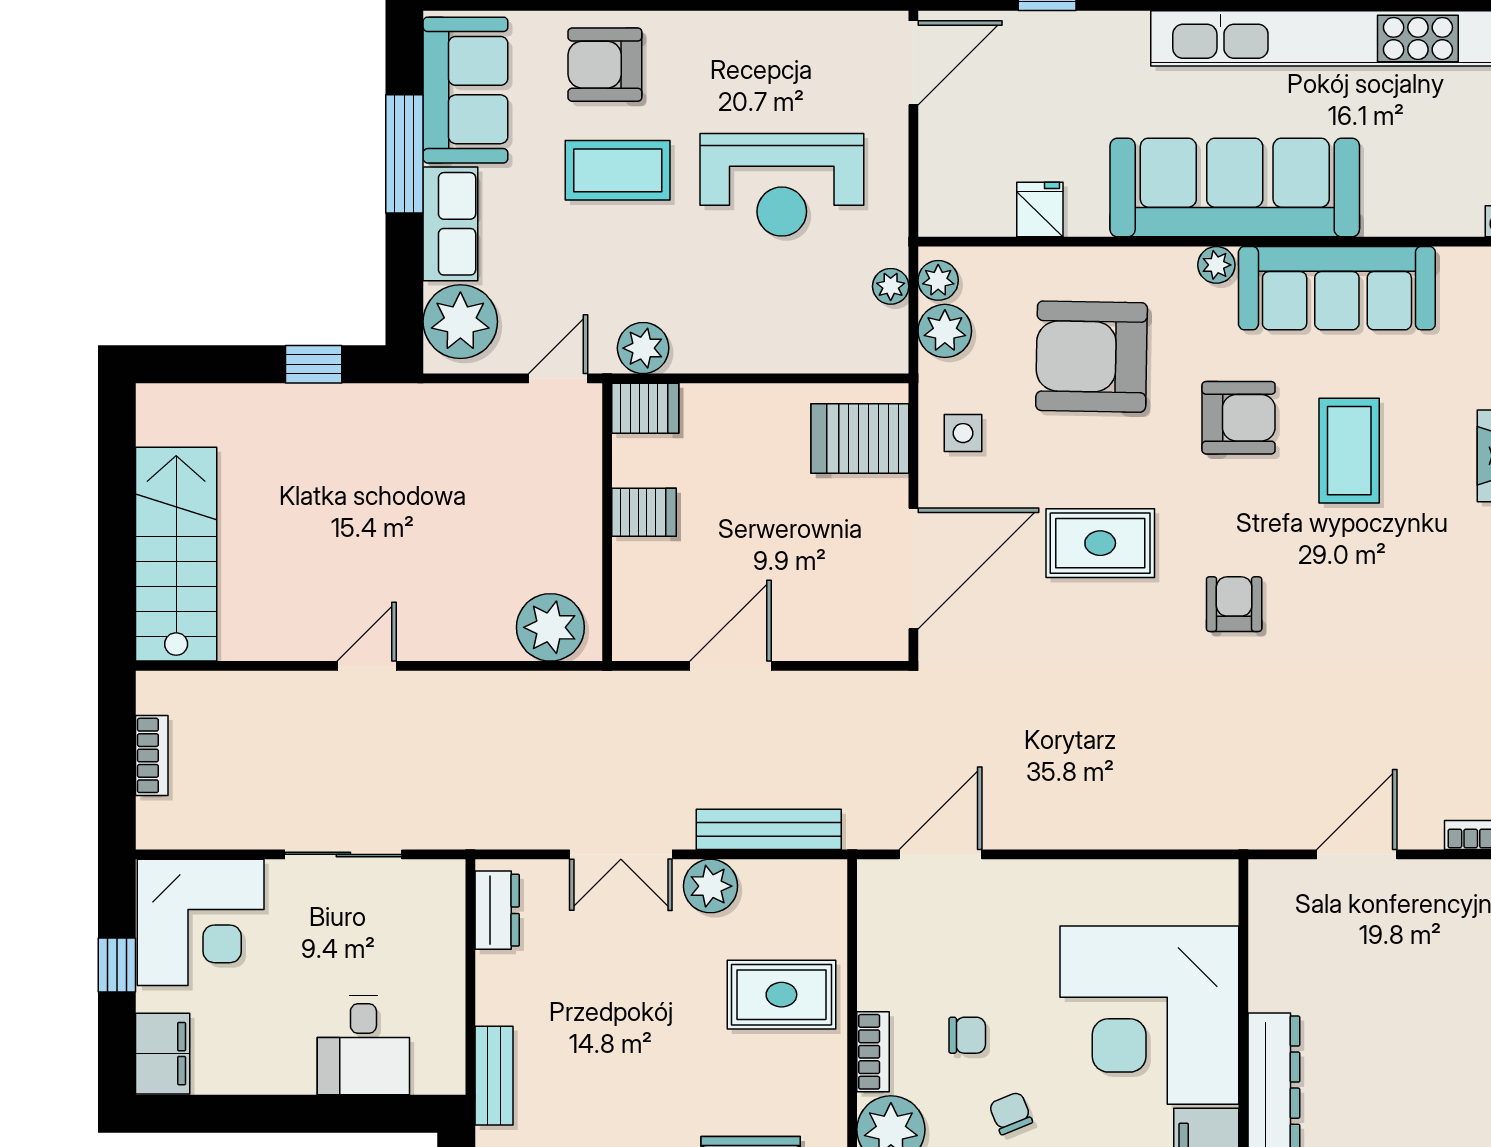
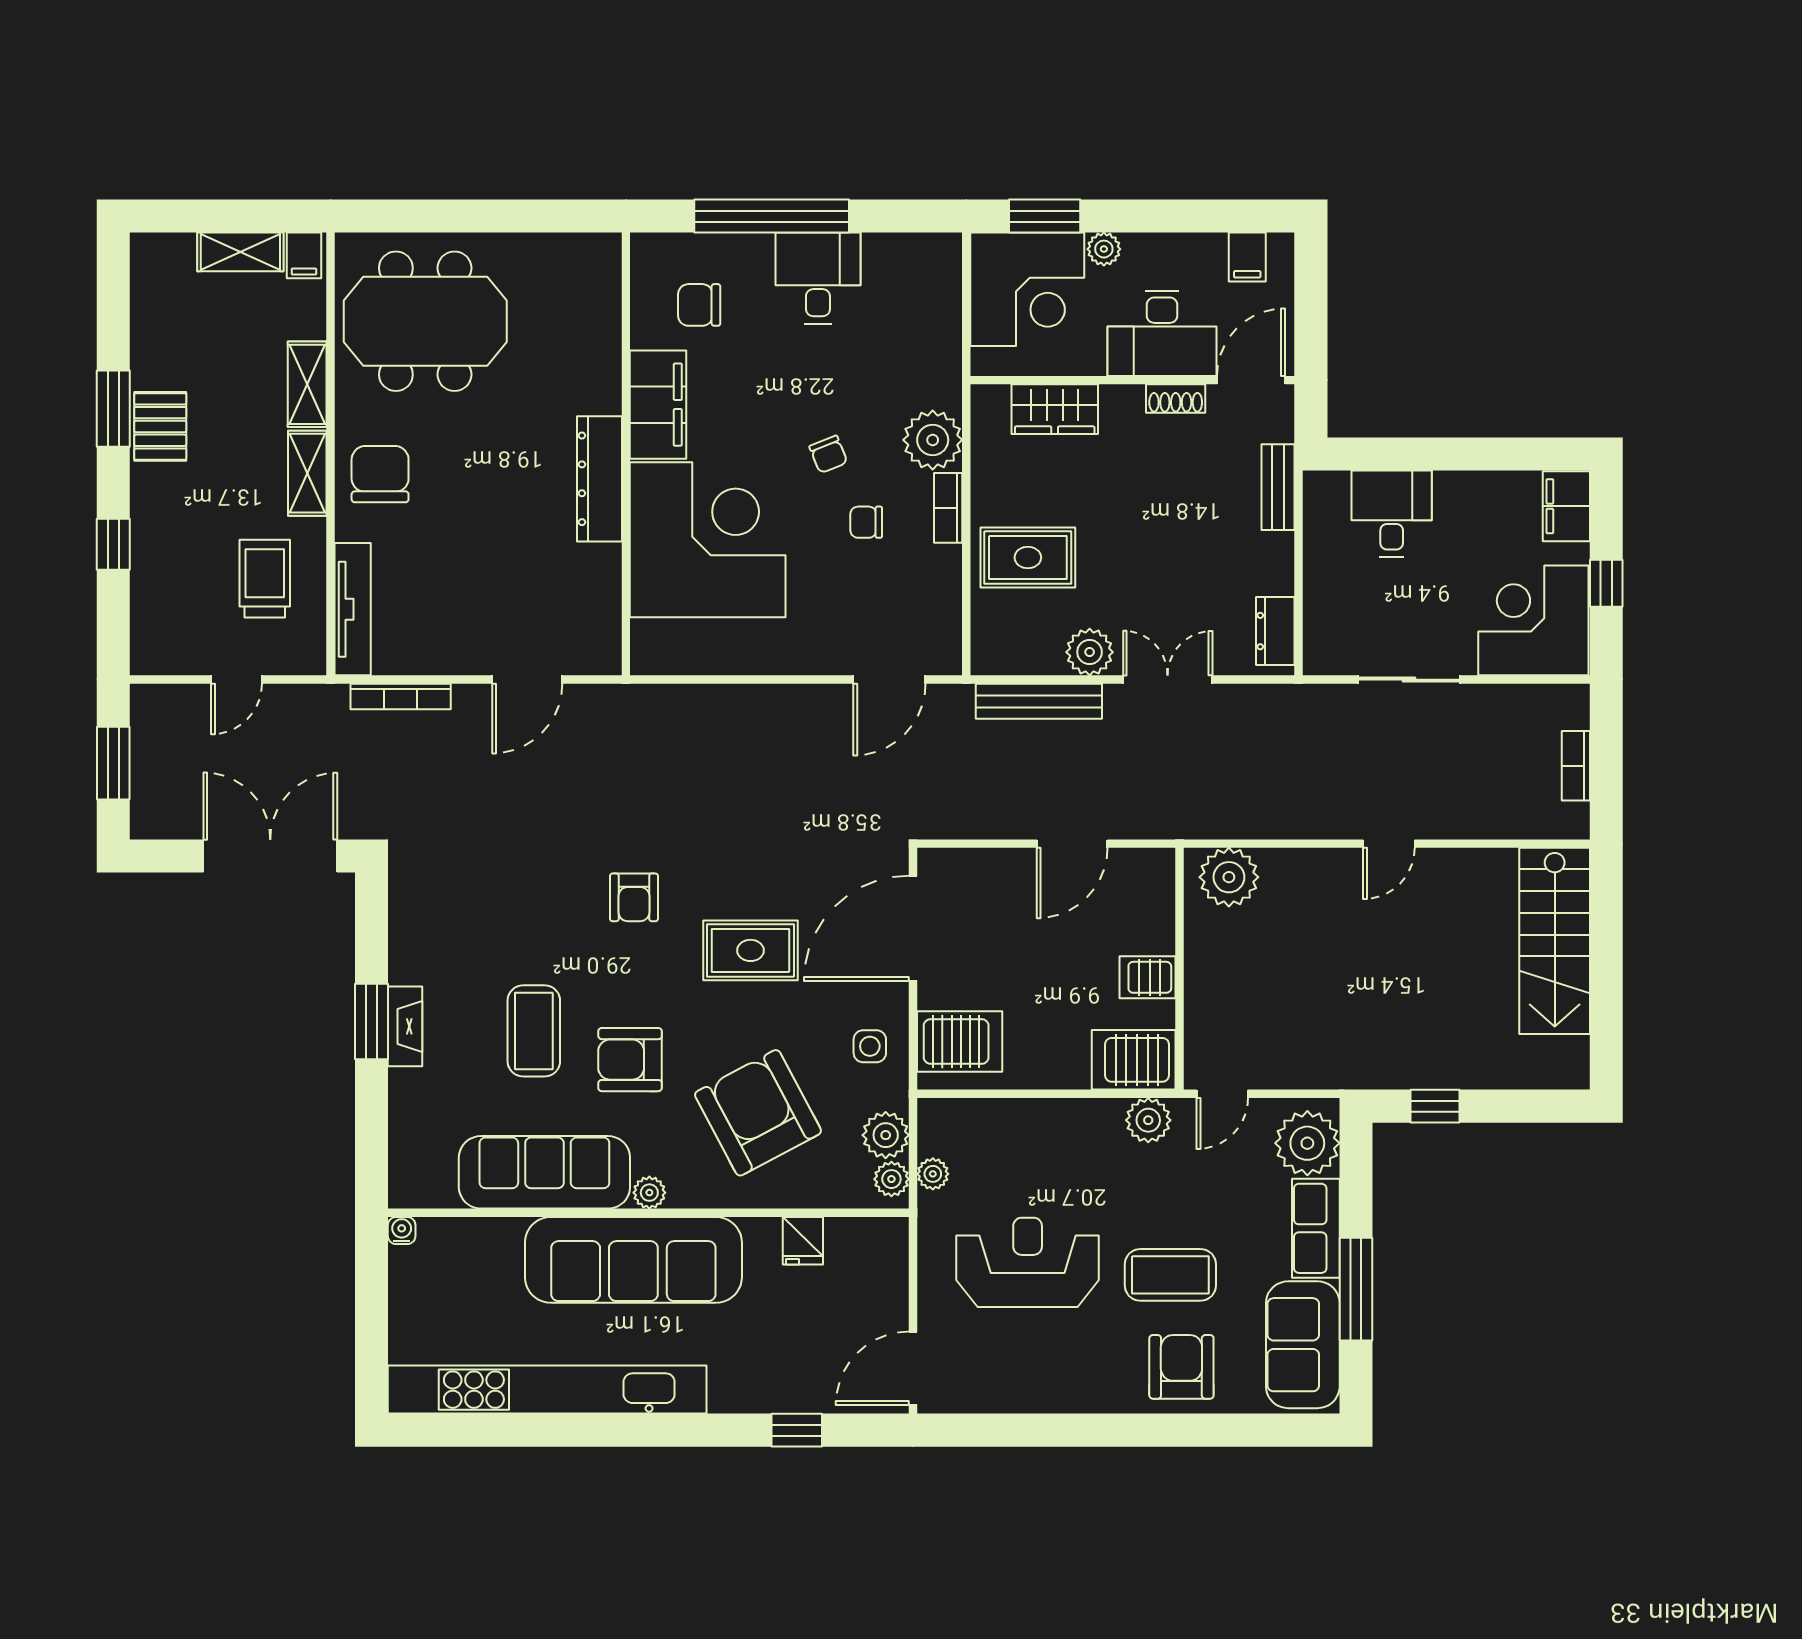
armchair: (605, 65) -> (1181, 1367), turned -90
armchair: (1092, 357) -> (758, 1113), turned -119
server rack: (645, 408) -> (1134, 1060), width x1.36, depth x1.44

